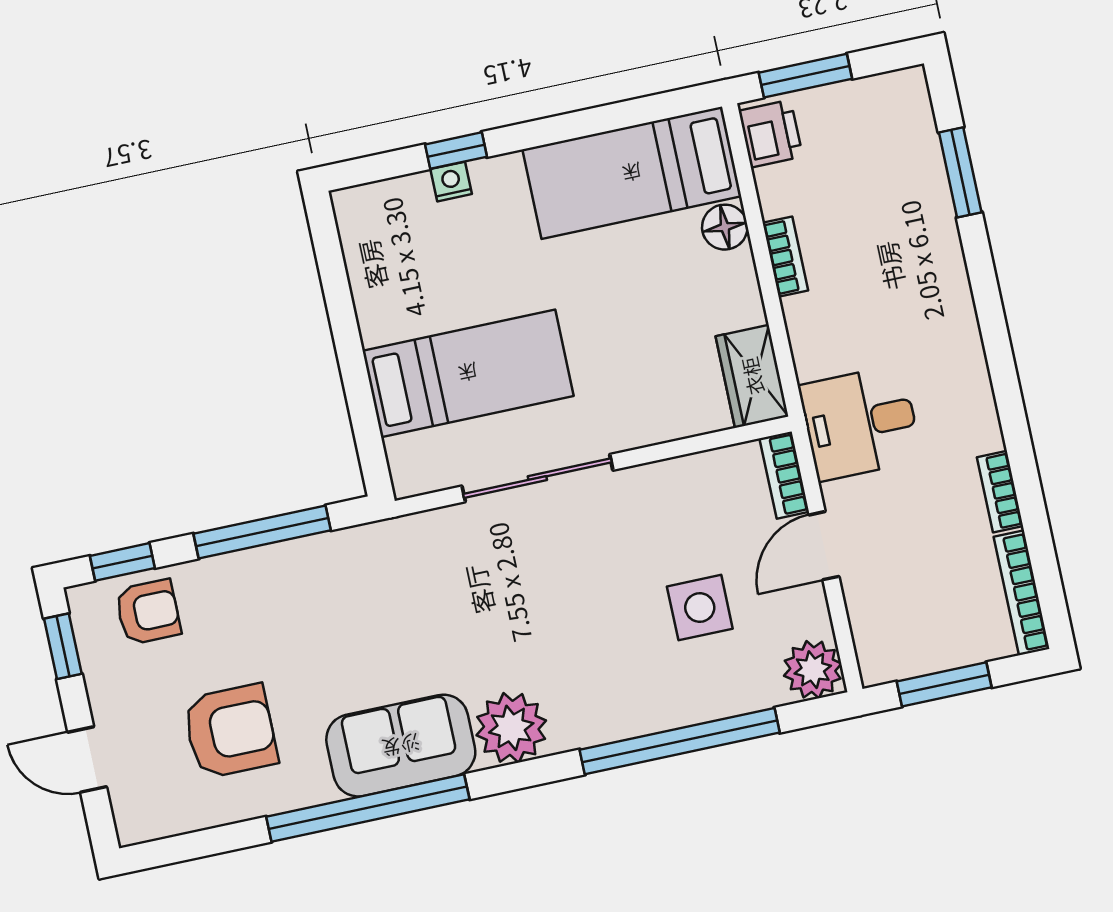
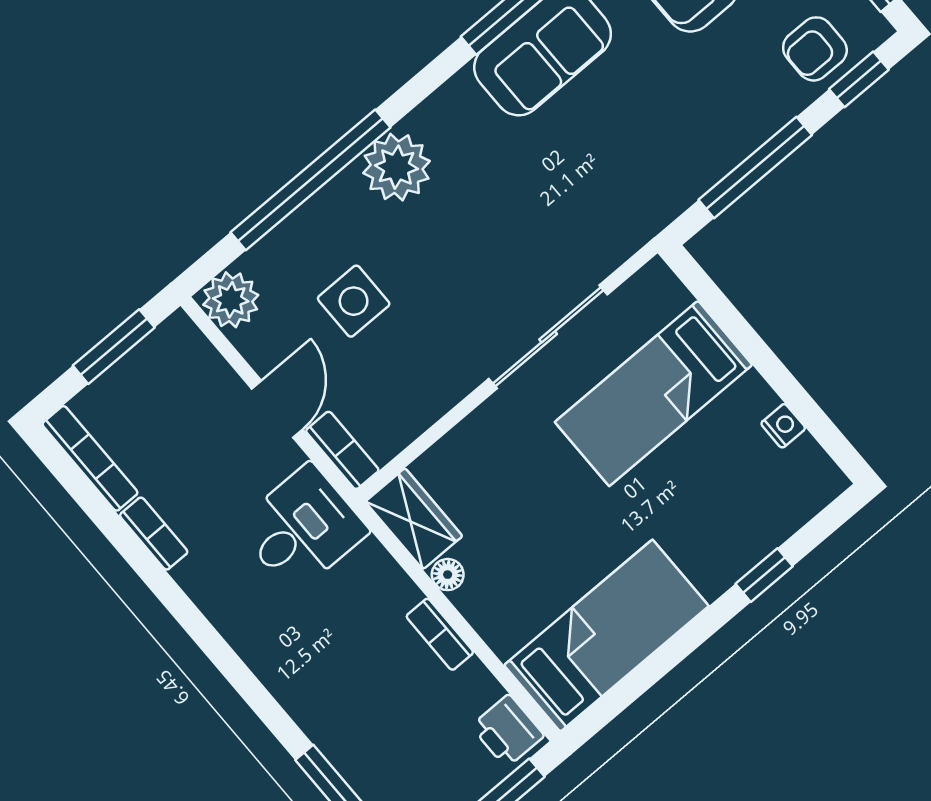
nightstand: (451, 182) -> (783, 426), moved, turned -90
floor lamp: (725, 227) -> (448, 575), moved, width x0.73, depth x0.73
plant: (511, 728) -> (397, 167), moved

